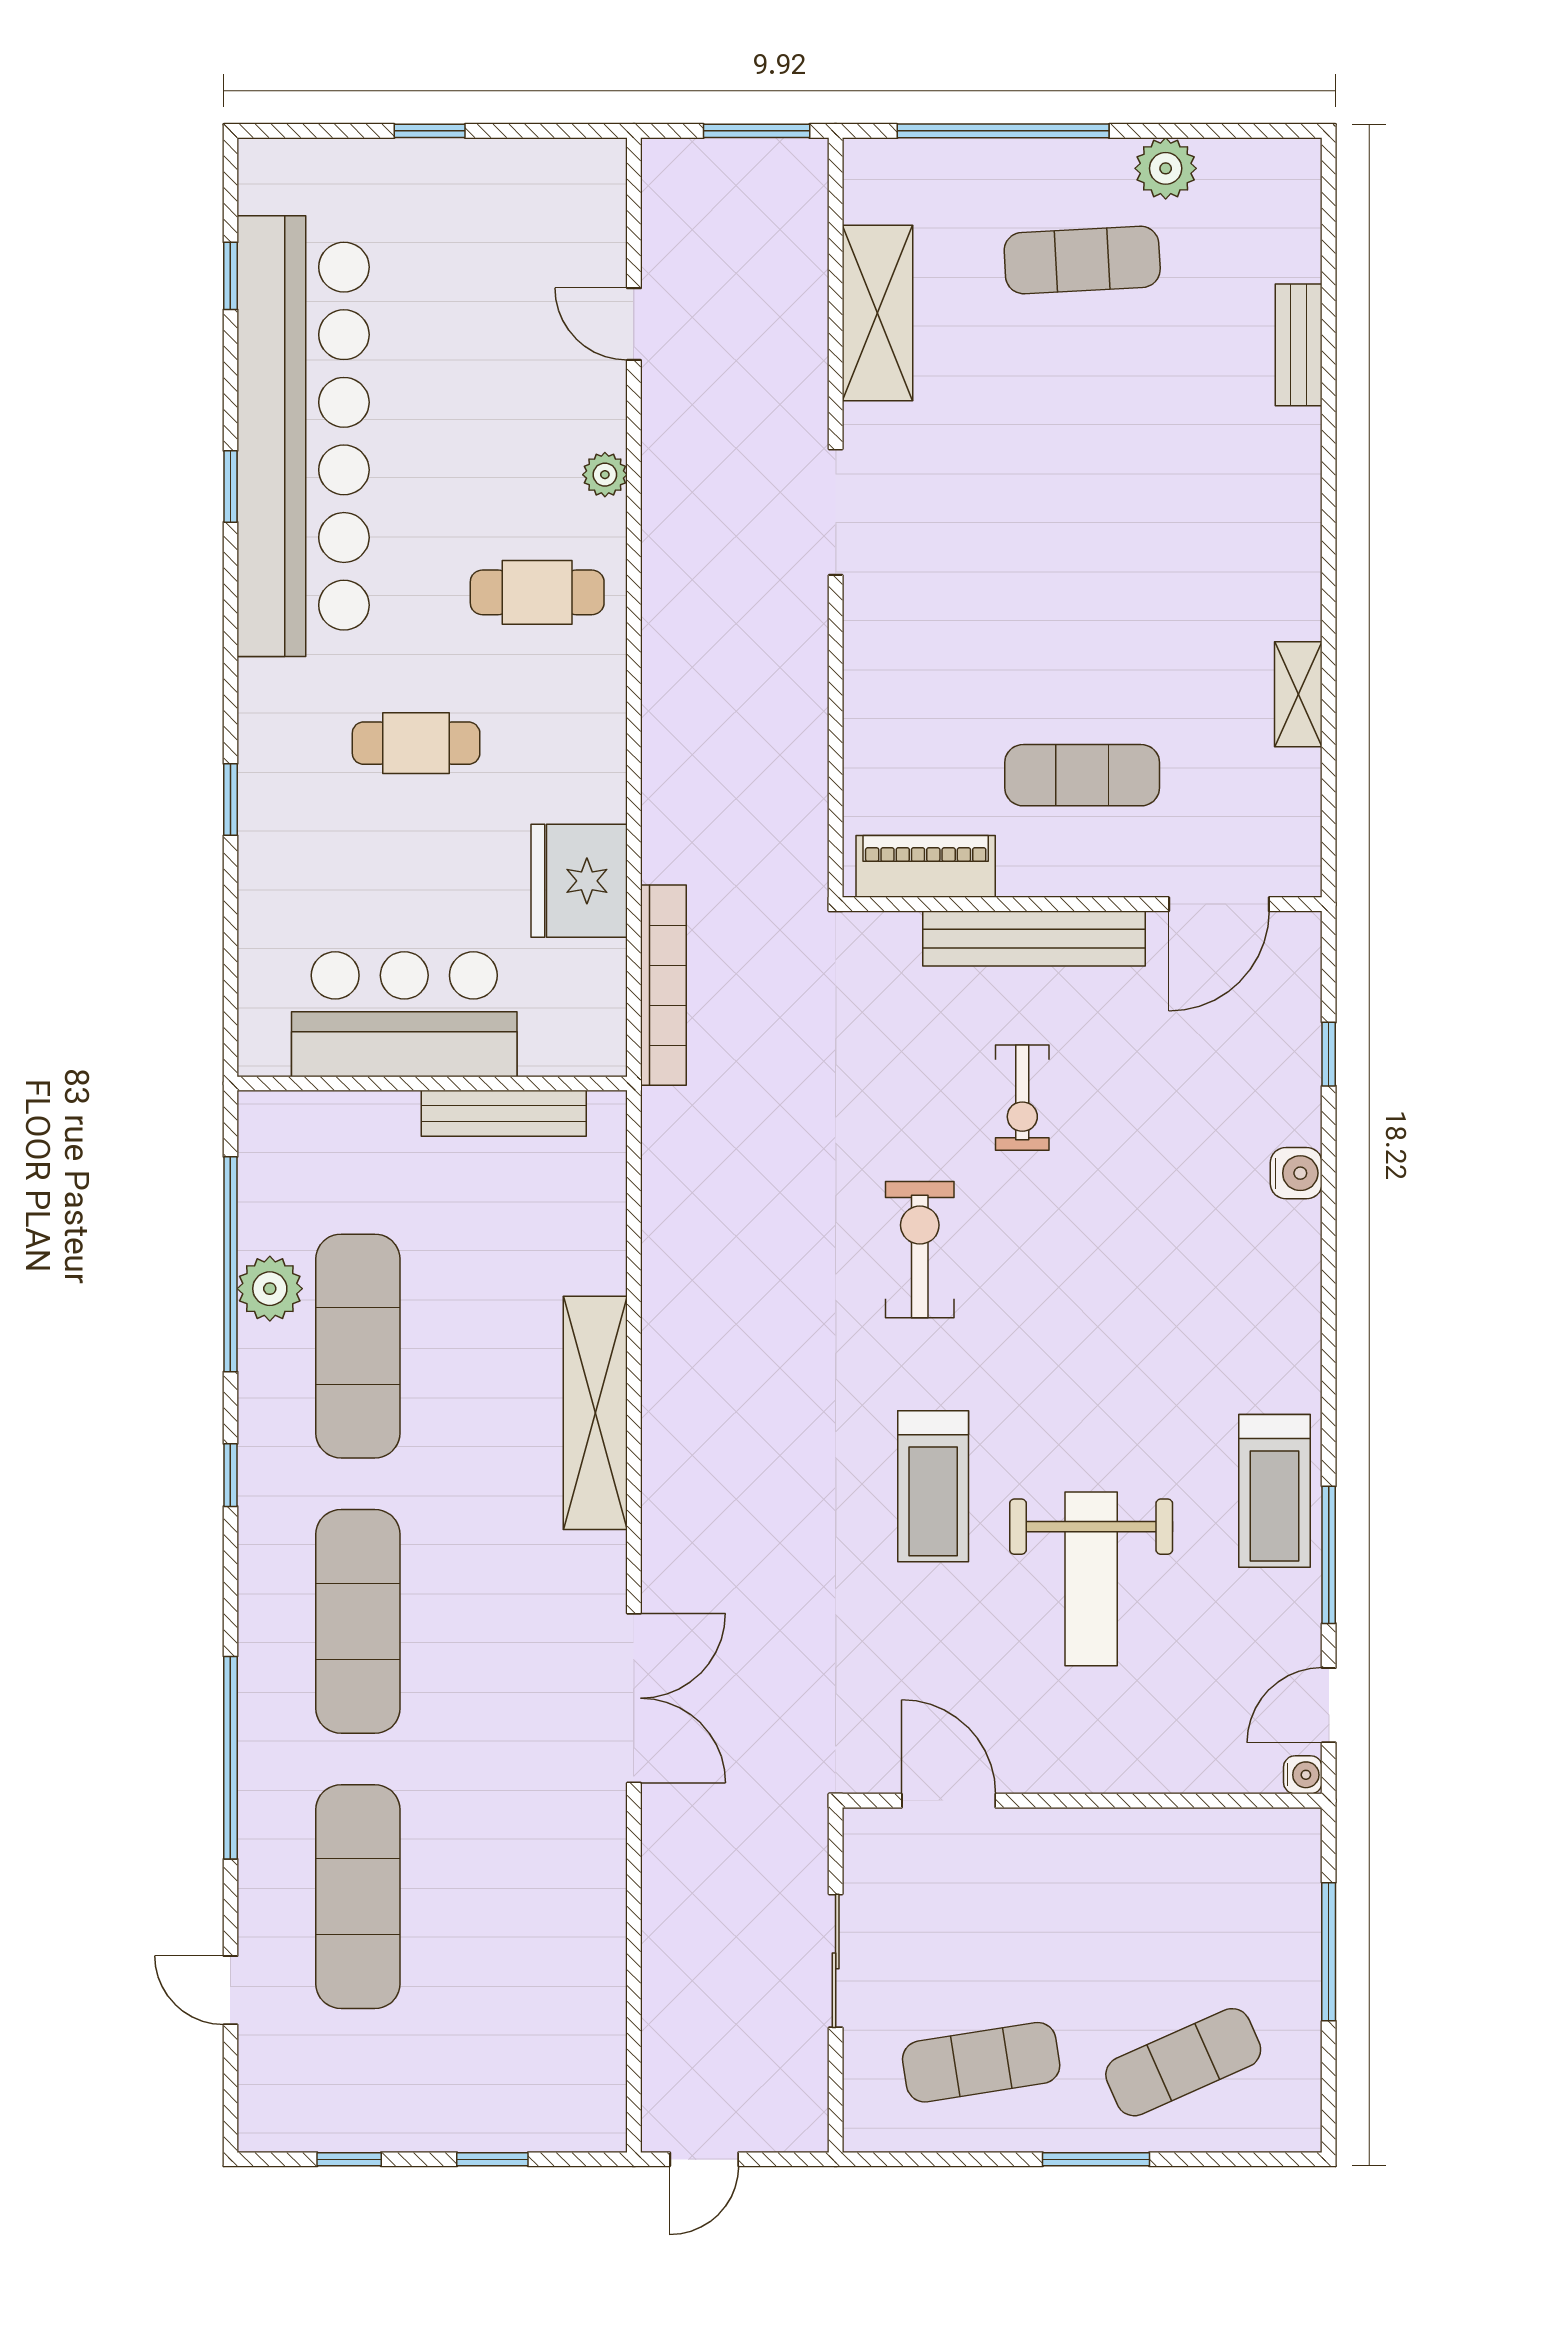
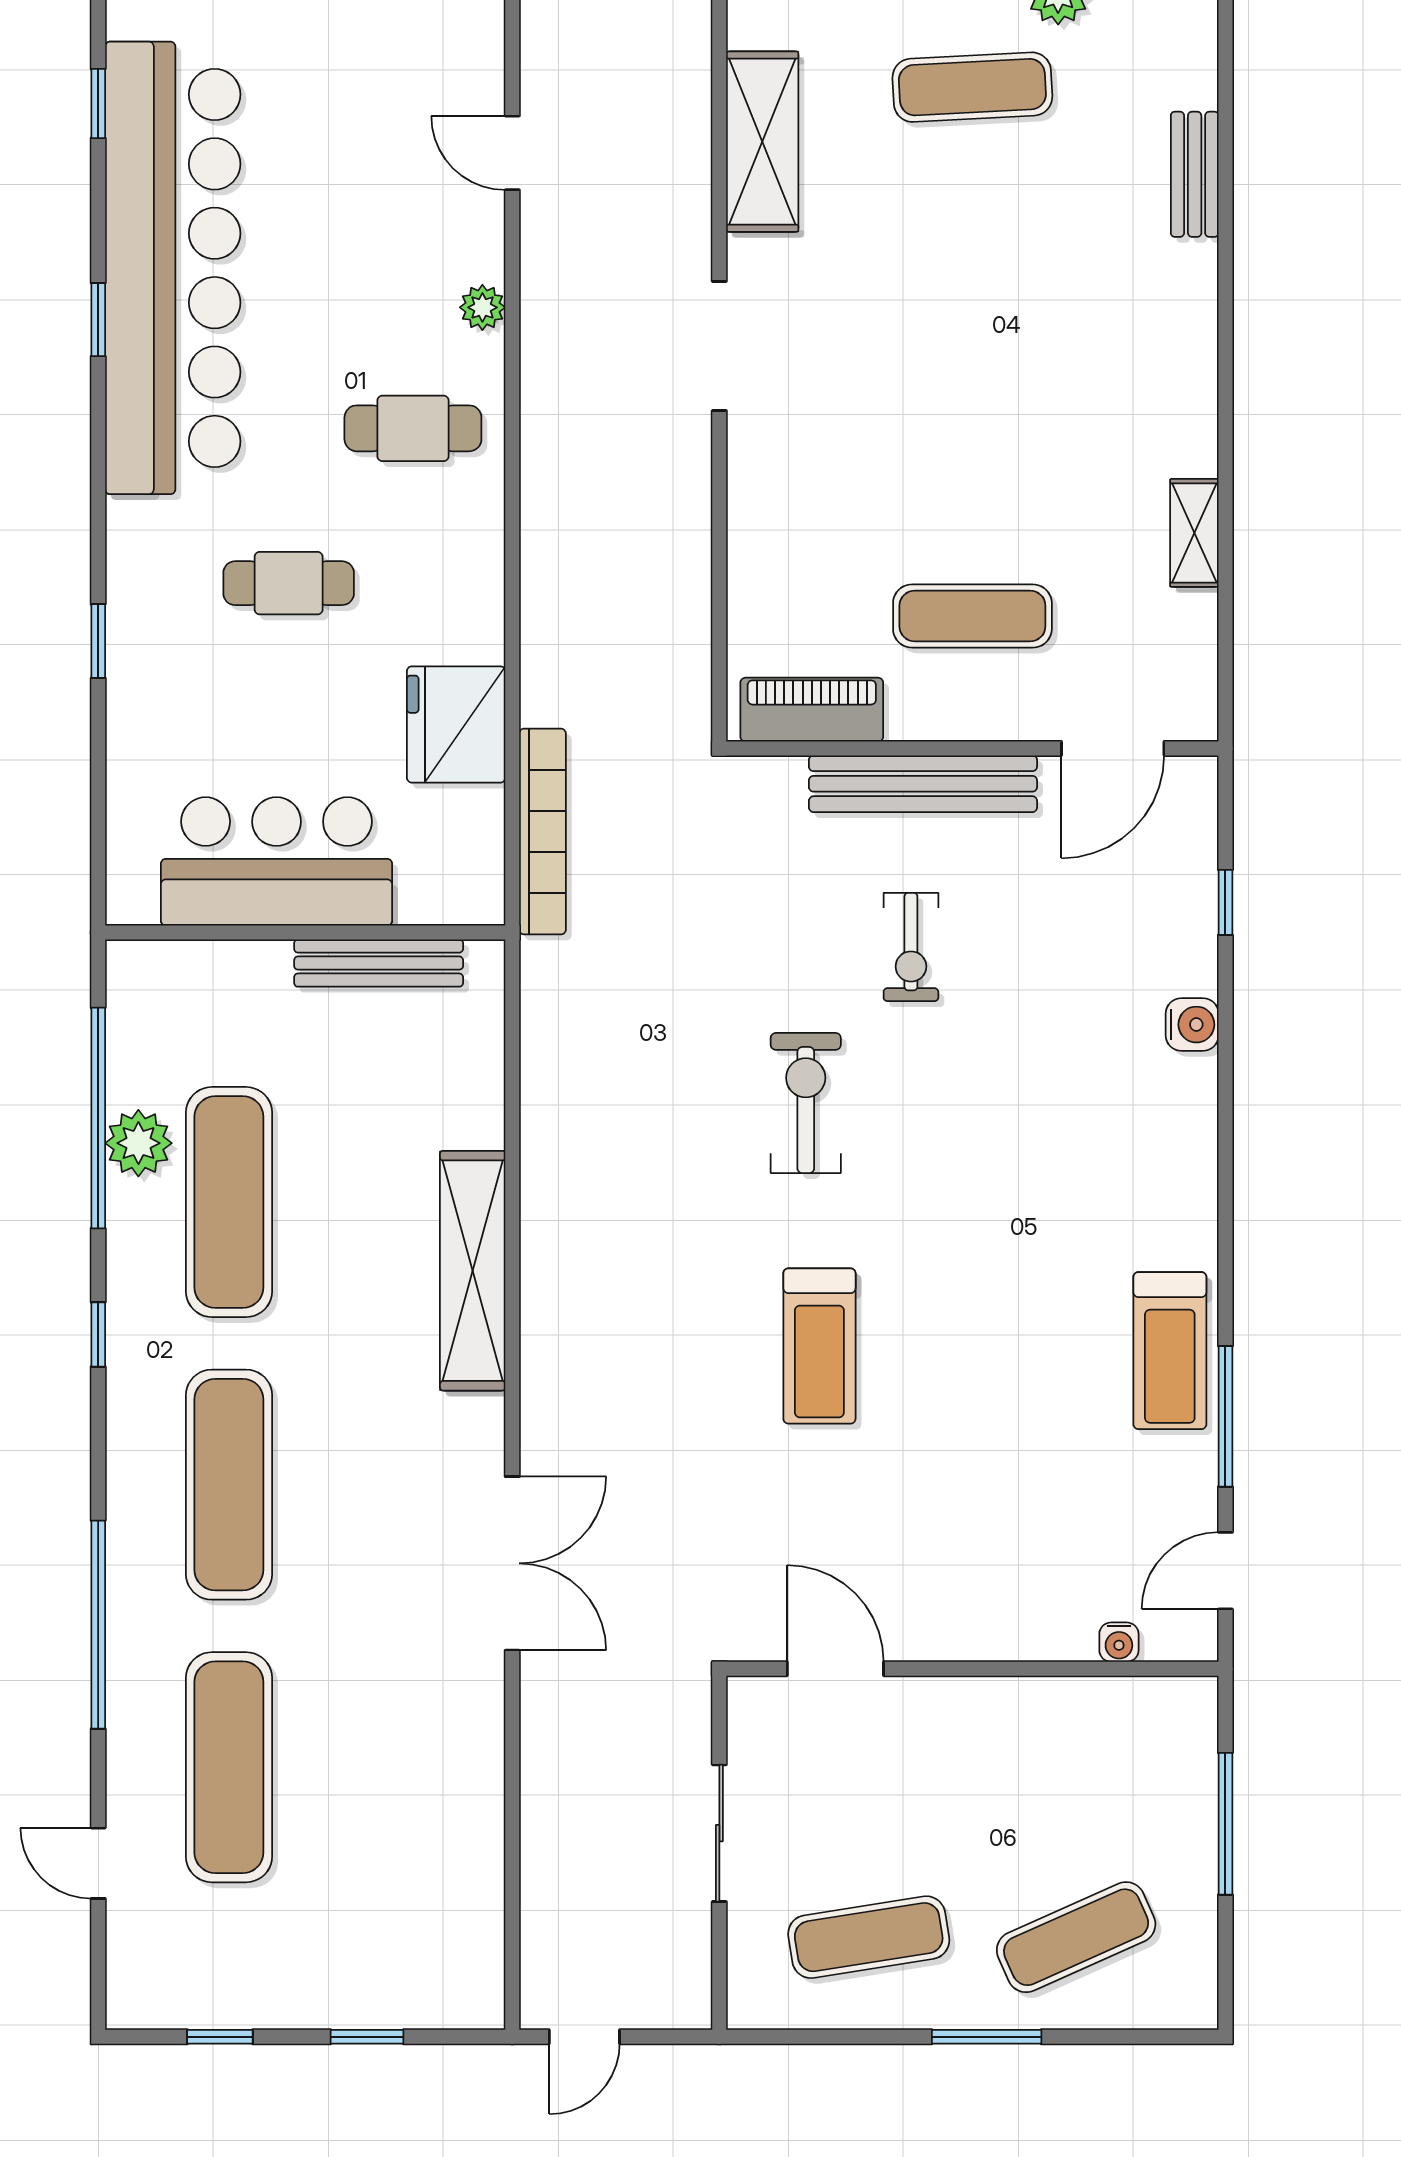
weight bench: (1091, 1579) -> (982, 1441), removed
water cooler: (1303, 1775) -> (1119, 1642), moved, turned 90

